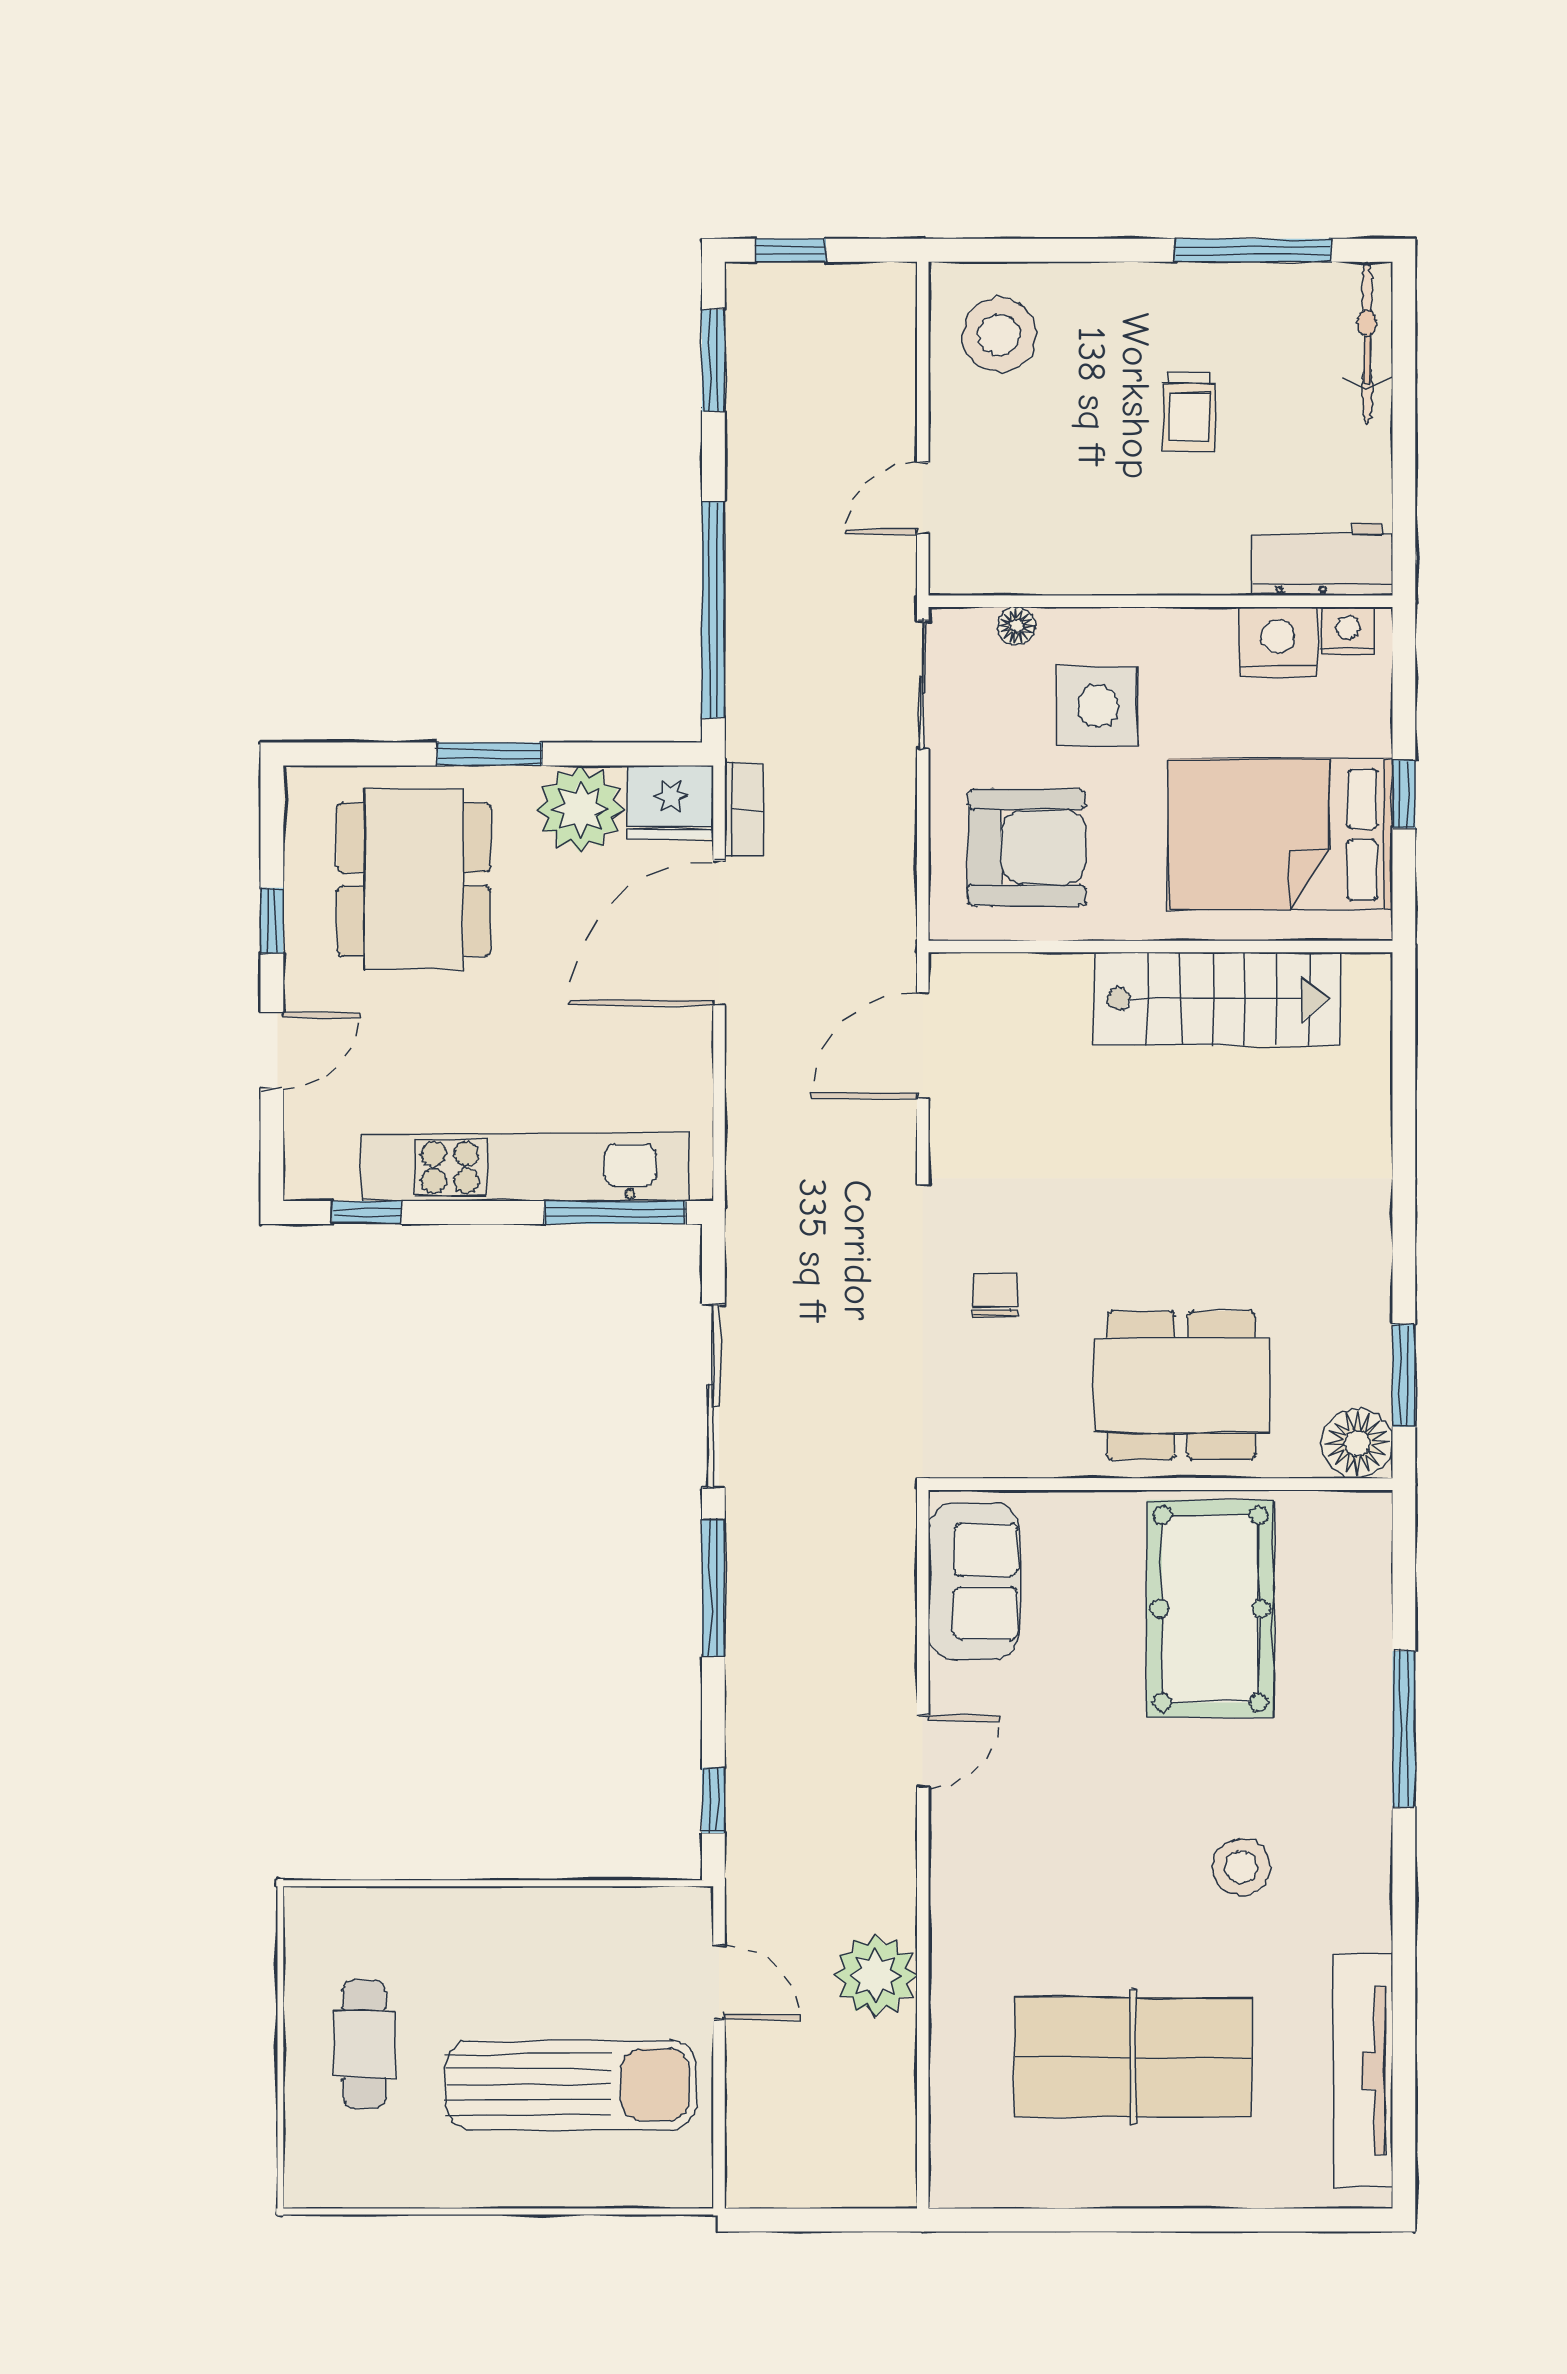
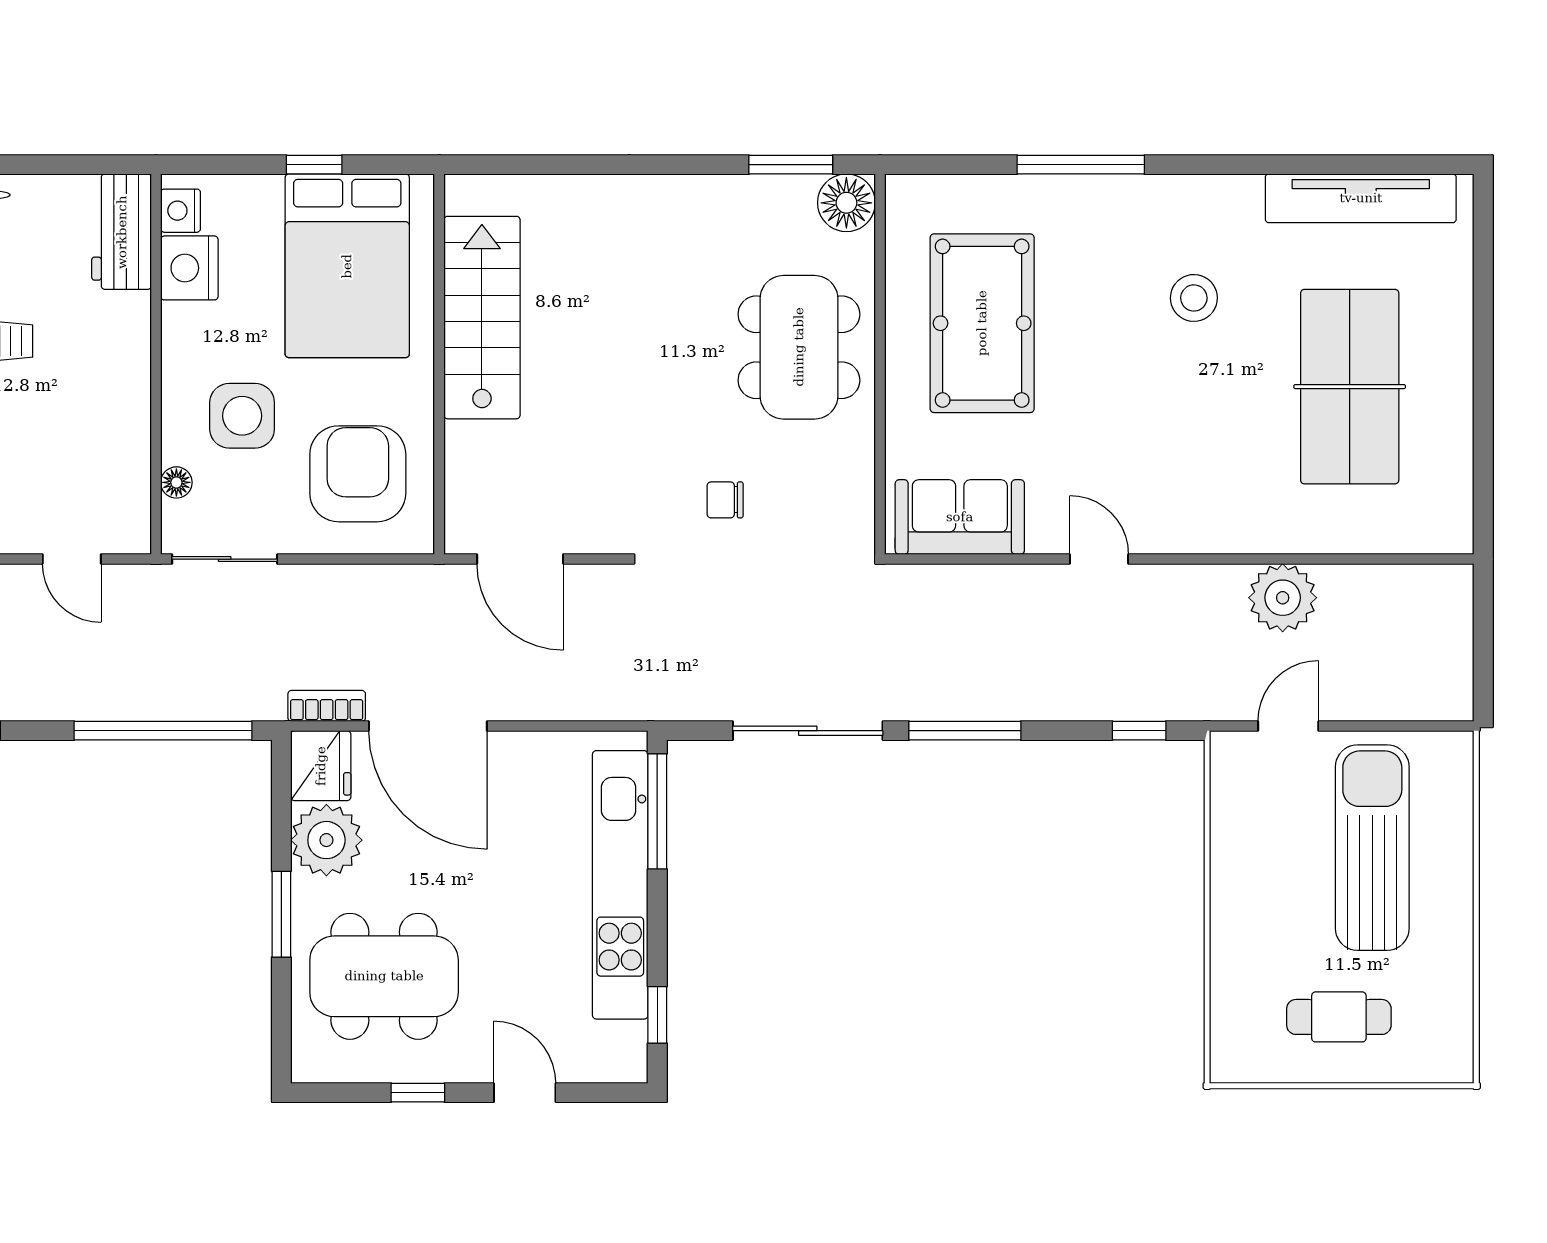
pool table: (1210, 1609) -> (982, 323), turned 90

